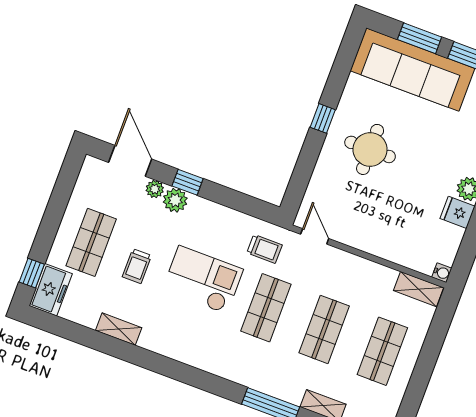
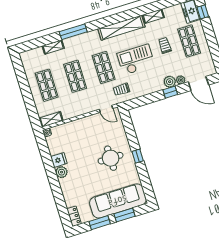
checkout: (203, 280) -> (136, 60), turned 180
shelving: (186, 351) -> (121, 28), added

